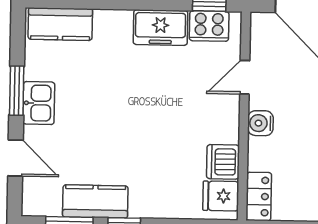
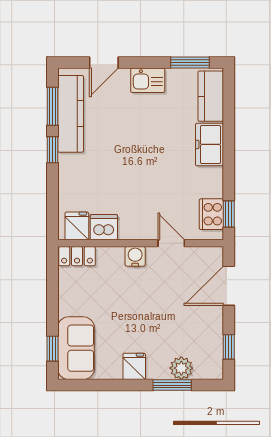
freezer: (161, 28) -> (209, 144), moved
window: (17, 91) -> (190, 63), moved
kitchen counter: (95, 201) -> (71, 114), width x1.50

